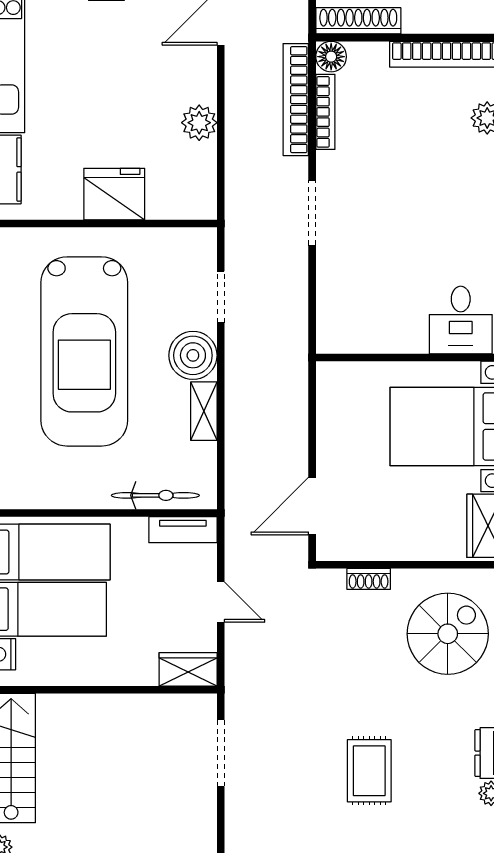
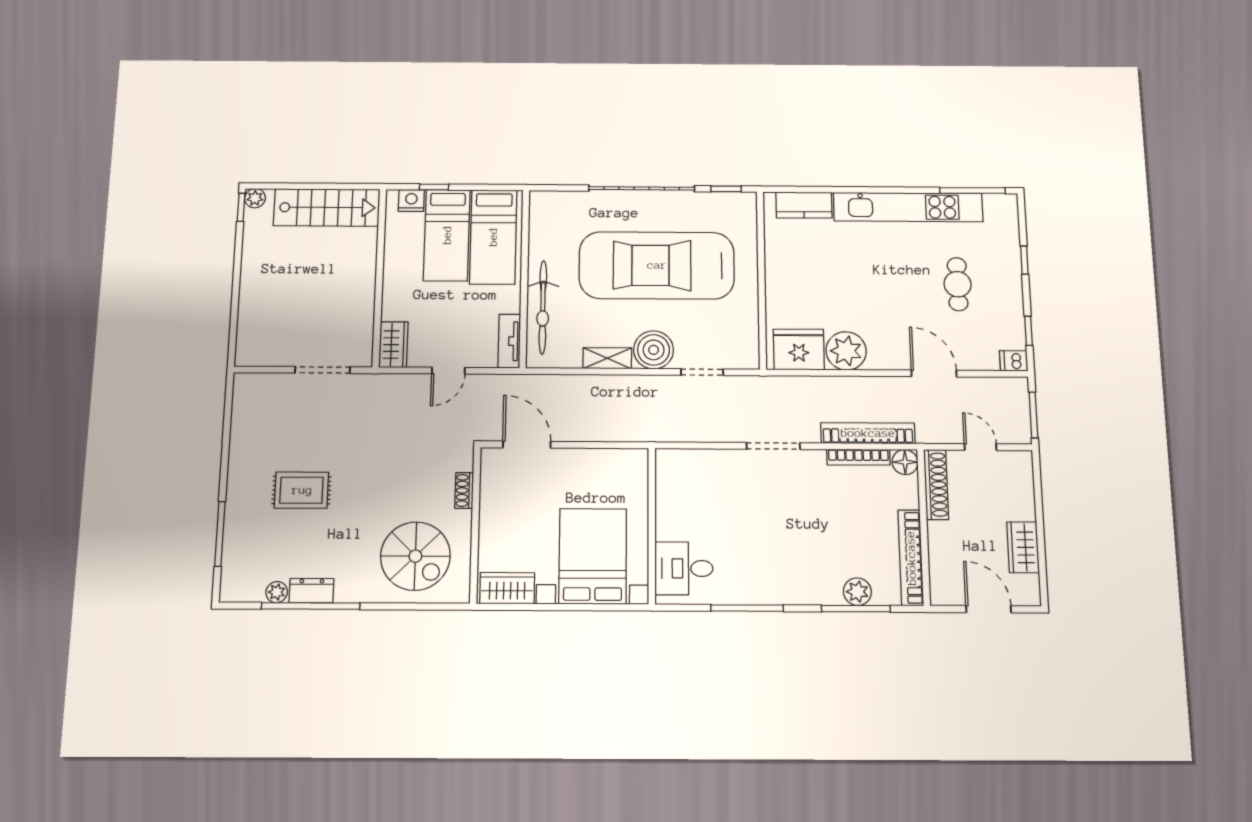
plant: (199, 123) -> (846, 351), width x1.36, depth x1.36
fridge: (114, 194) -> (799, 349), moved, turned -90
bicycle: (155, 495) -> (543, 307), width x1.37, depth x1.40

